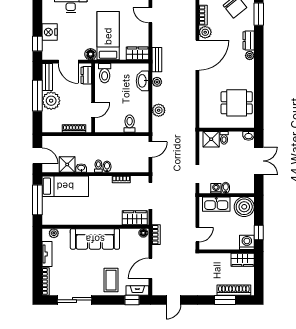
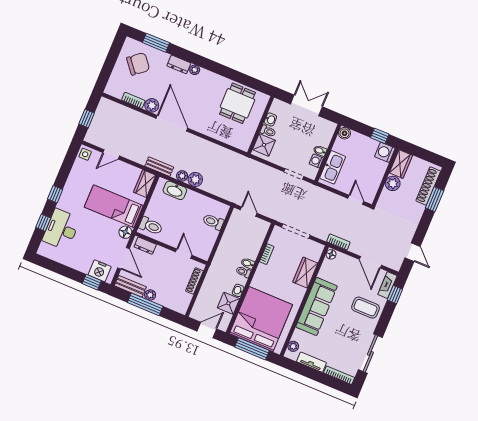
nightstand: (50, 32) -> (100, 271), moved
door: (68, 62) -> (123, 258), hinge flipped
plant: (51, 101) -> (150, 295), width x0.53, depth x0.53
plant: (159, 110) -> (195, 179), moved
washbasin: (249, 136) -> (270, 120), moved
bed: (65, 186) -> (261, 319), width x2.04
boiler: (244, 207) -> (345, 133), width x0.54, depth x0.54
wardrobe: (135, 218) -> (305, 273), moved
plant: (224, 260) -> (393, 183), added

